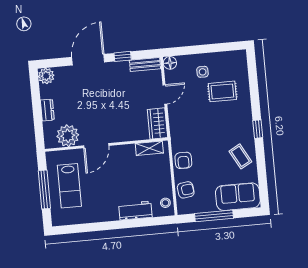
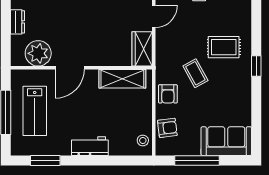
rug: (222, 91) -> (224, 47), moved
shelving: (149, 148) -> (122, 79), width x1.50, depth x1.33
coffee table: (240, 156) -> (195, 73), moved
workbench: (135, 211) -> (90, 146), moved
window: (83, 228) -> (45, 161), added

